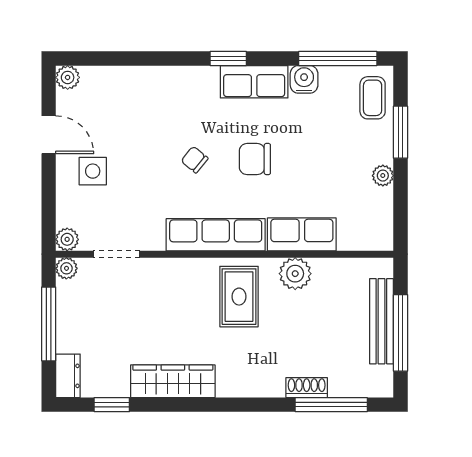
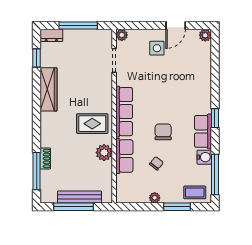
chair: (195, 160) -> (156, 163), moved
plant: (66, 268) -> (107, 35), removed

